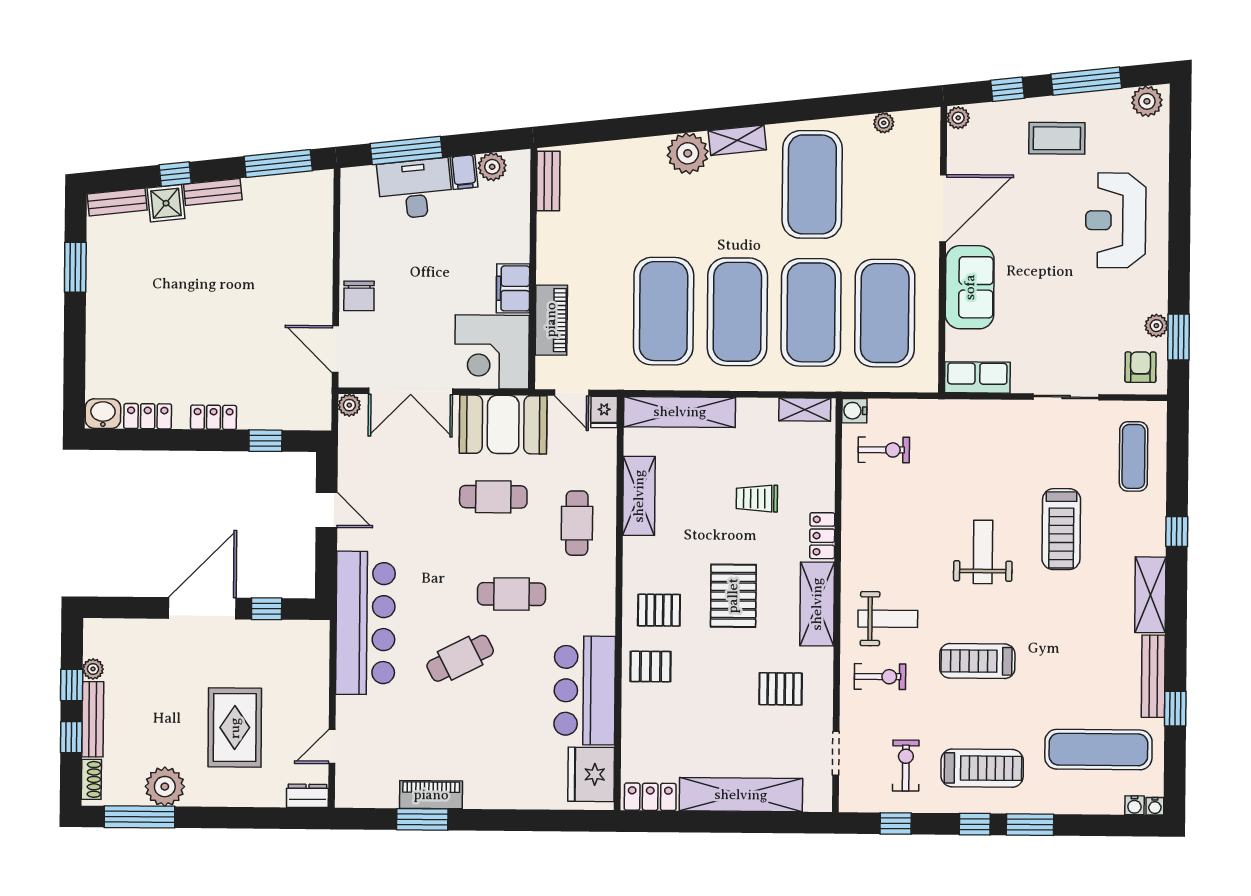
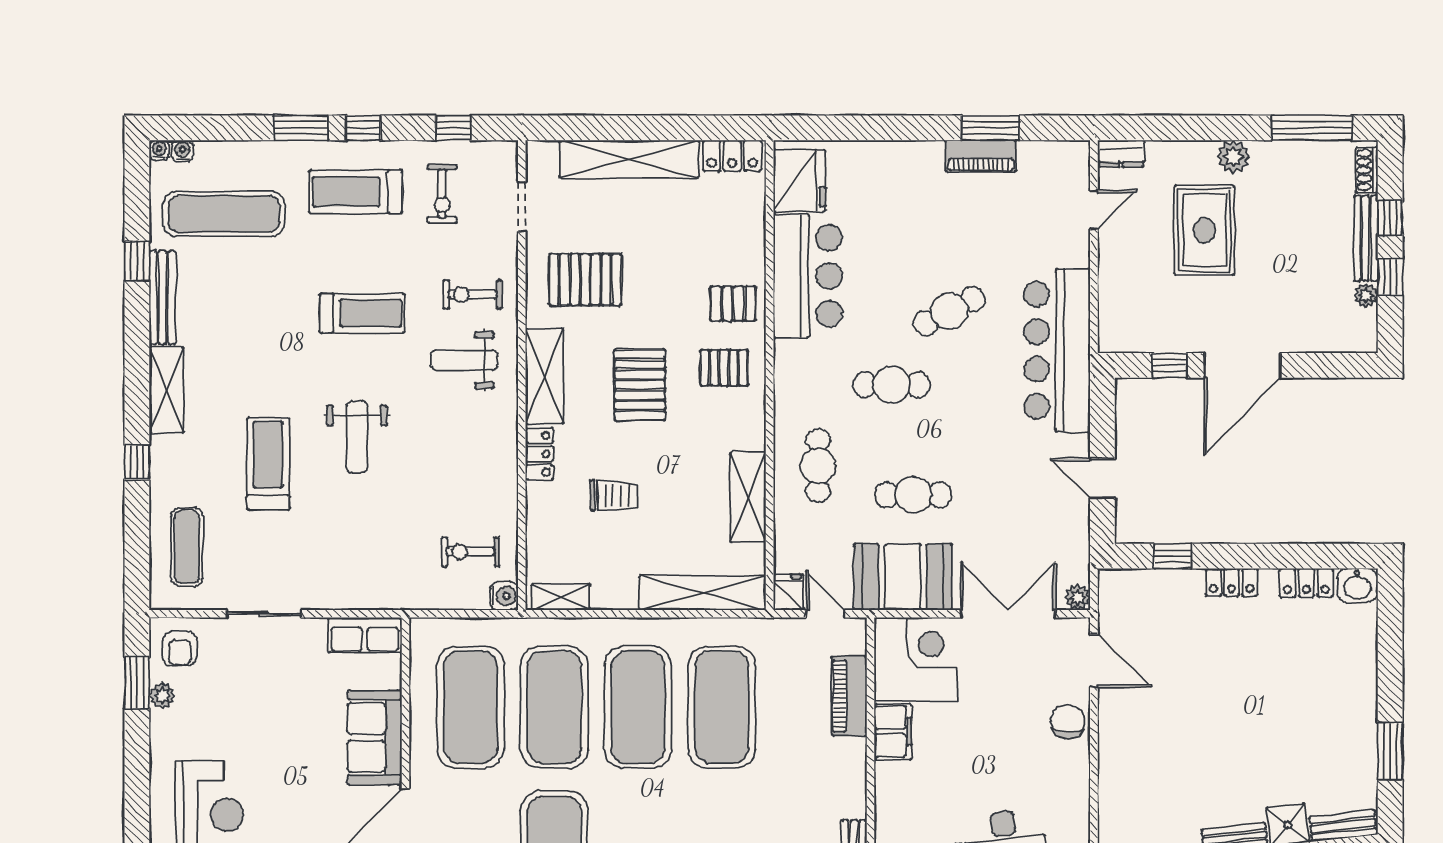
pallet: (781, 689) -> (585, 280), width x1.50, depth x1.42
plant: (165, 787) -> (1233, 157), moved, width x0.73, depth x0.73

